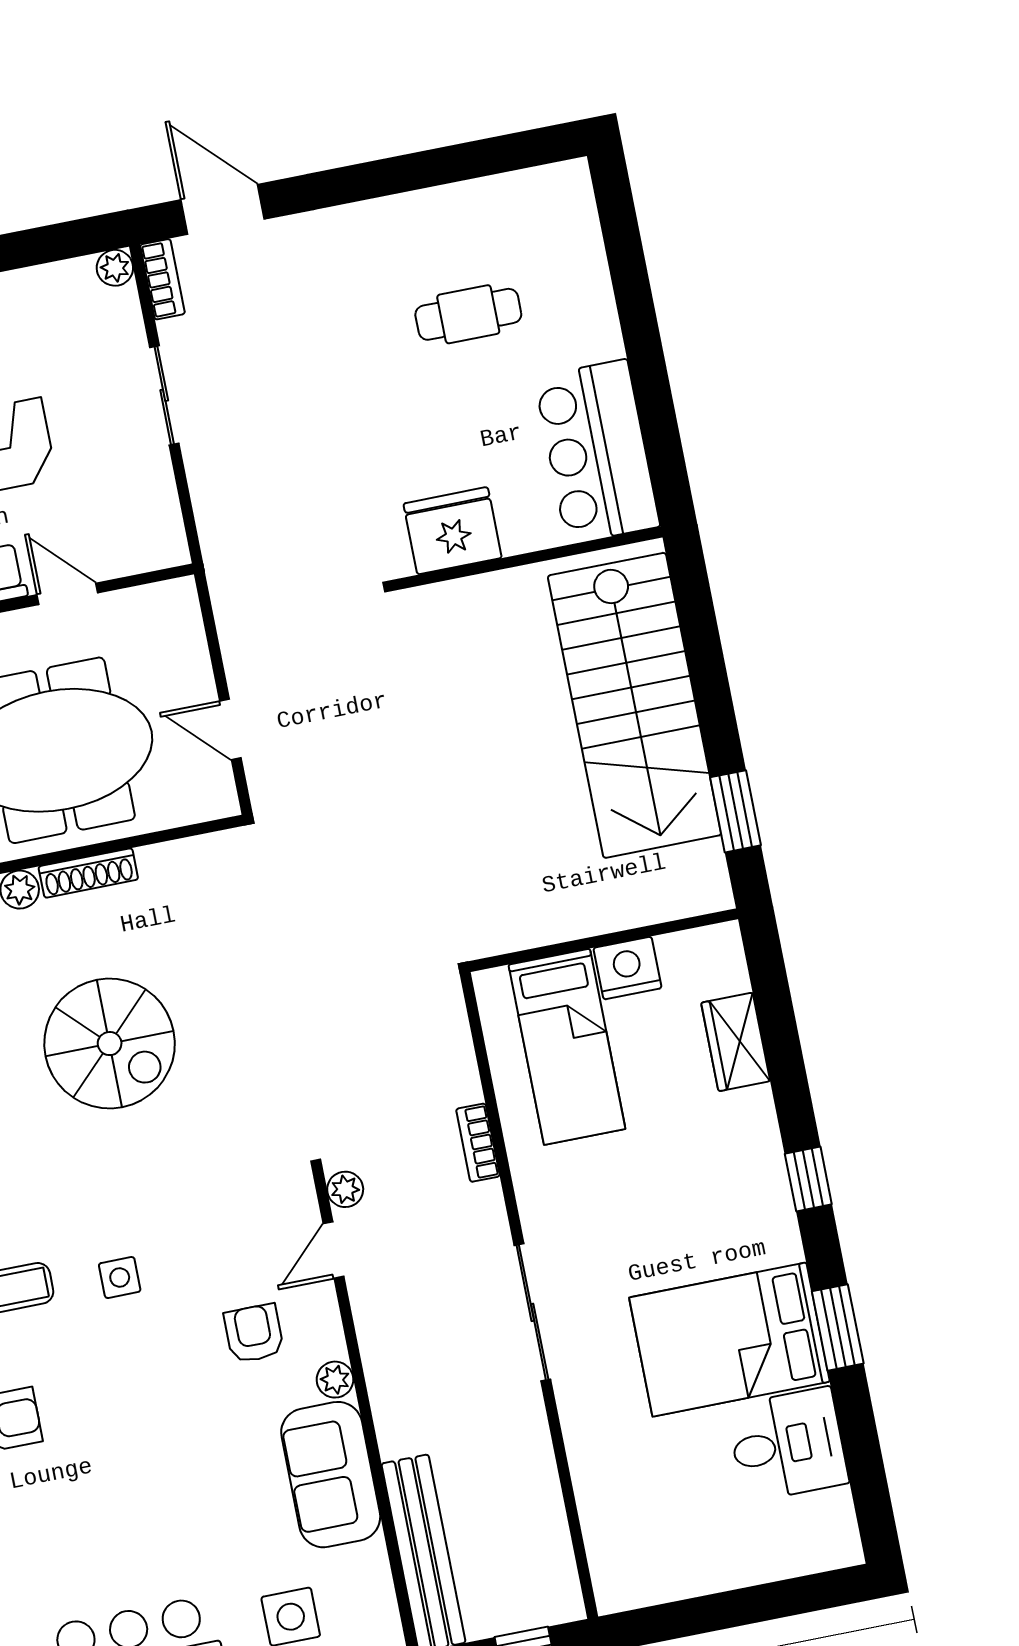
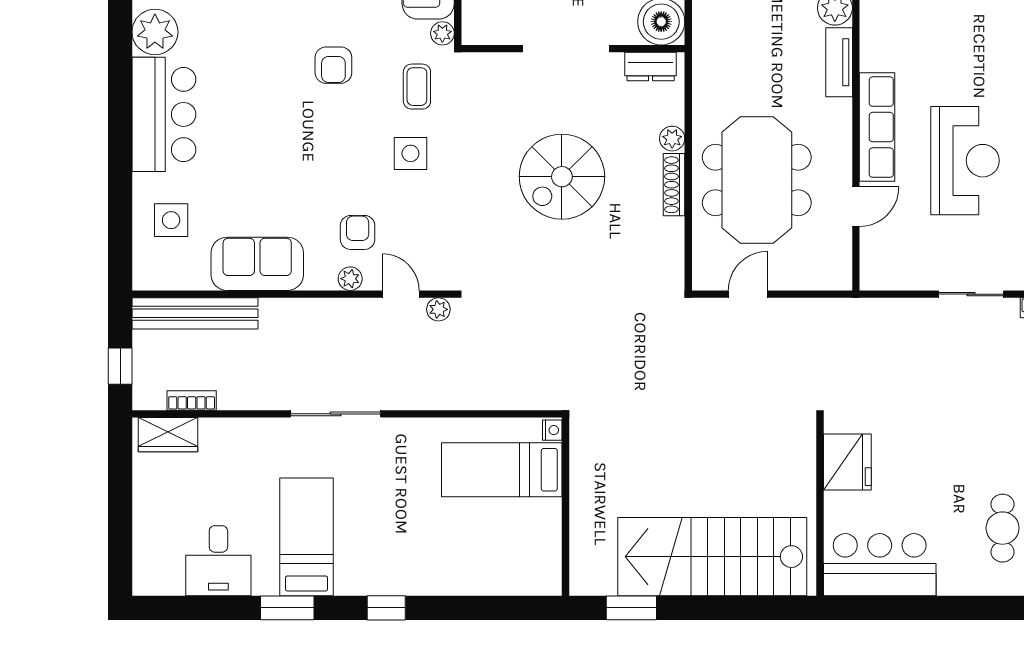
cafe table: (468, 314) -> (1003, 528), moved
nightstand: (628, 968) -> (552, 430), moved, width x0.53, depth x0.56
wardrobe: (736, 1042) -> (168, 435), moved, turned 180
bookcase: (478, 1143) -> (192, 400), moved
side table: (120, 1277) -> (410, 153), width x1.37, depth x1.37
armchair: (254, 1333) -> (358, 232), turned -90
bed: (729, 1340) -> (306, 537), width x0.67
plant: (335, 1380) -> (350, 279), moved

